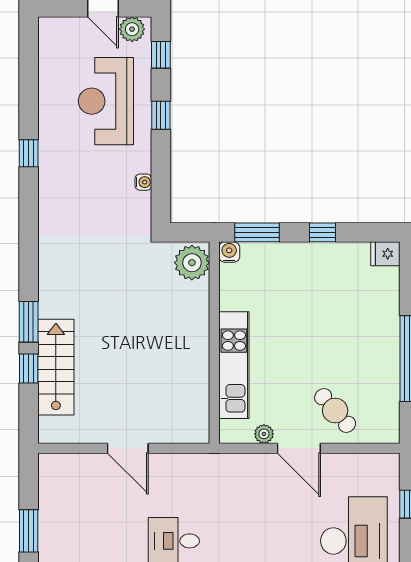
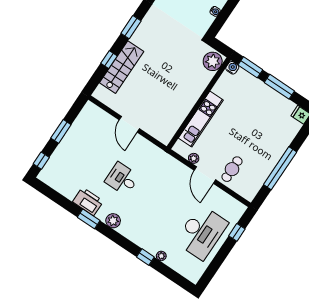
window: (322, 232) -> (279, 87), width x2.17
window: (29, 322) -> (131, 27), moved
cafe table: (335, 411) -> (232, 169), turned 41

